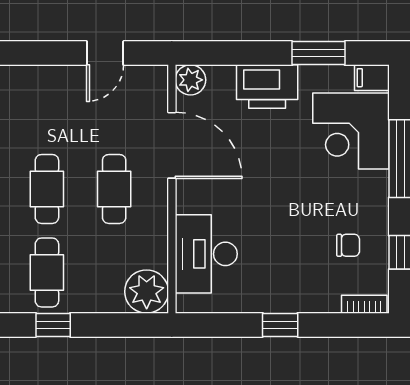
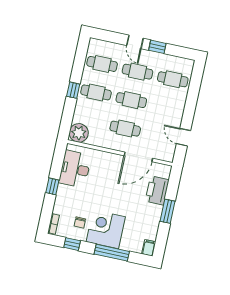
window: (319, 53) -> (168, 211), moved
plant: (190, 80) -> (164, 171), removed
printer: (267, 87) -> (157, 191), moved
corner desk: (351, 131) -> (106, 229), moved
desk: (206, 254) -> (75, 169), moved, turned -90

